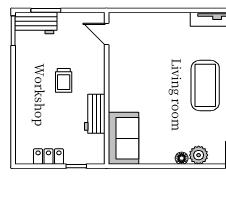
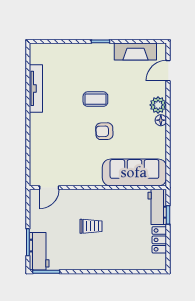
coffee table: (205, 85) -> (95, 99), width x0.54, depth x0.58
armchair: (169, 95) -> (104, 131), added
workbench: (95, 114) -> (157, 207), moved, turned 90
sofa: (123, 138) -> (134, 173), width x1.36

